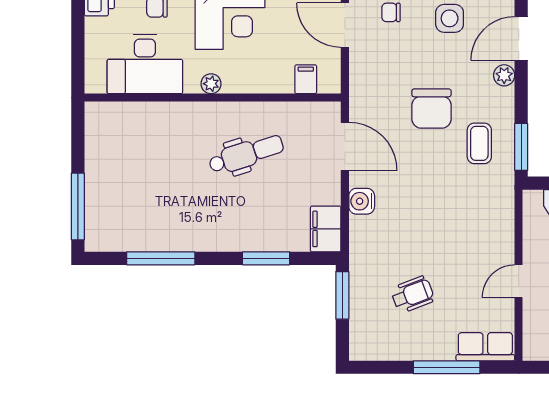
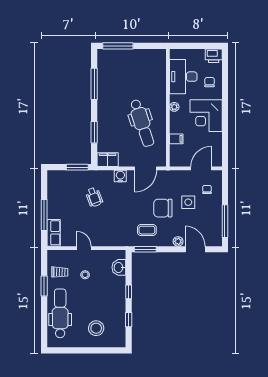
side table: (450, 18) -> (188, 202), moved
filing cabinet: (306, 79) -> (176, 139), moved
dental chair: (246, 154) -> (142, 123), width x1.36, depth x1.38
wheelchair: (413, 294) -> (94, 197), moved

